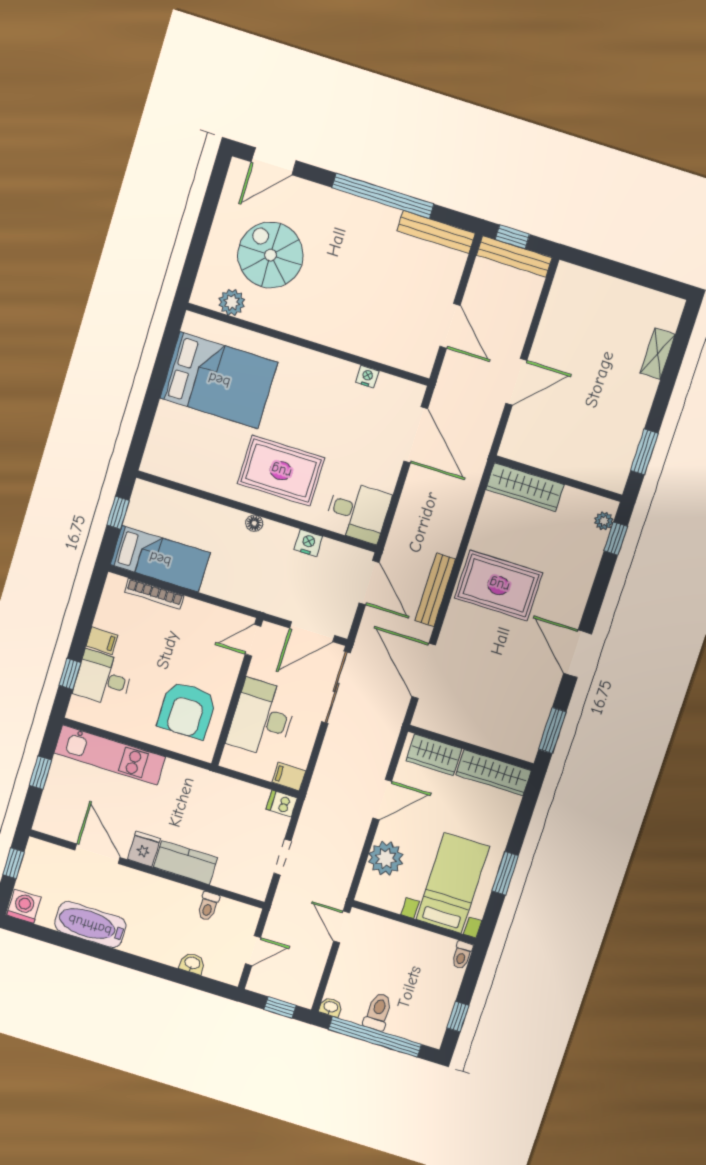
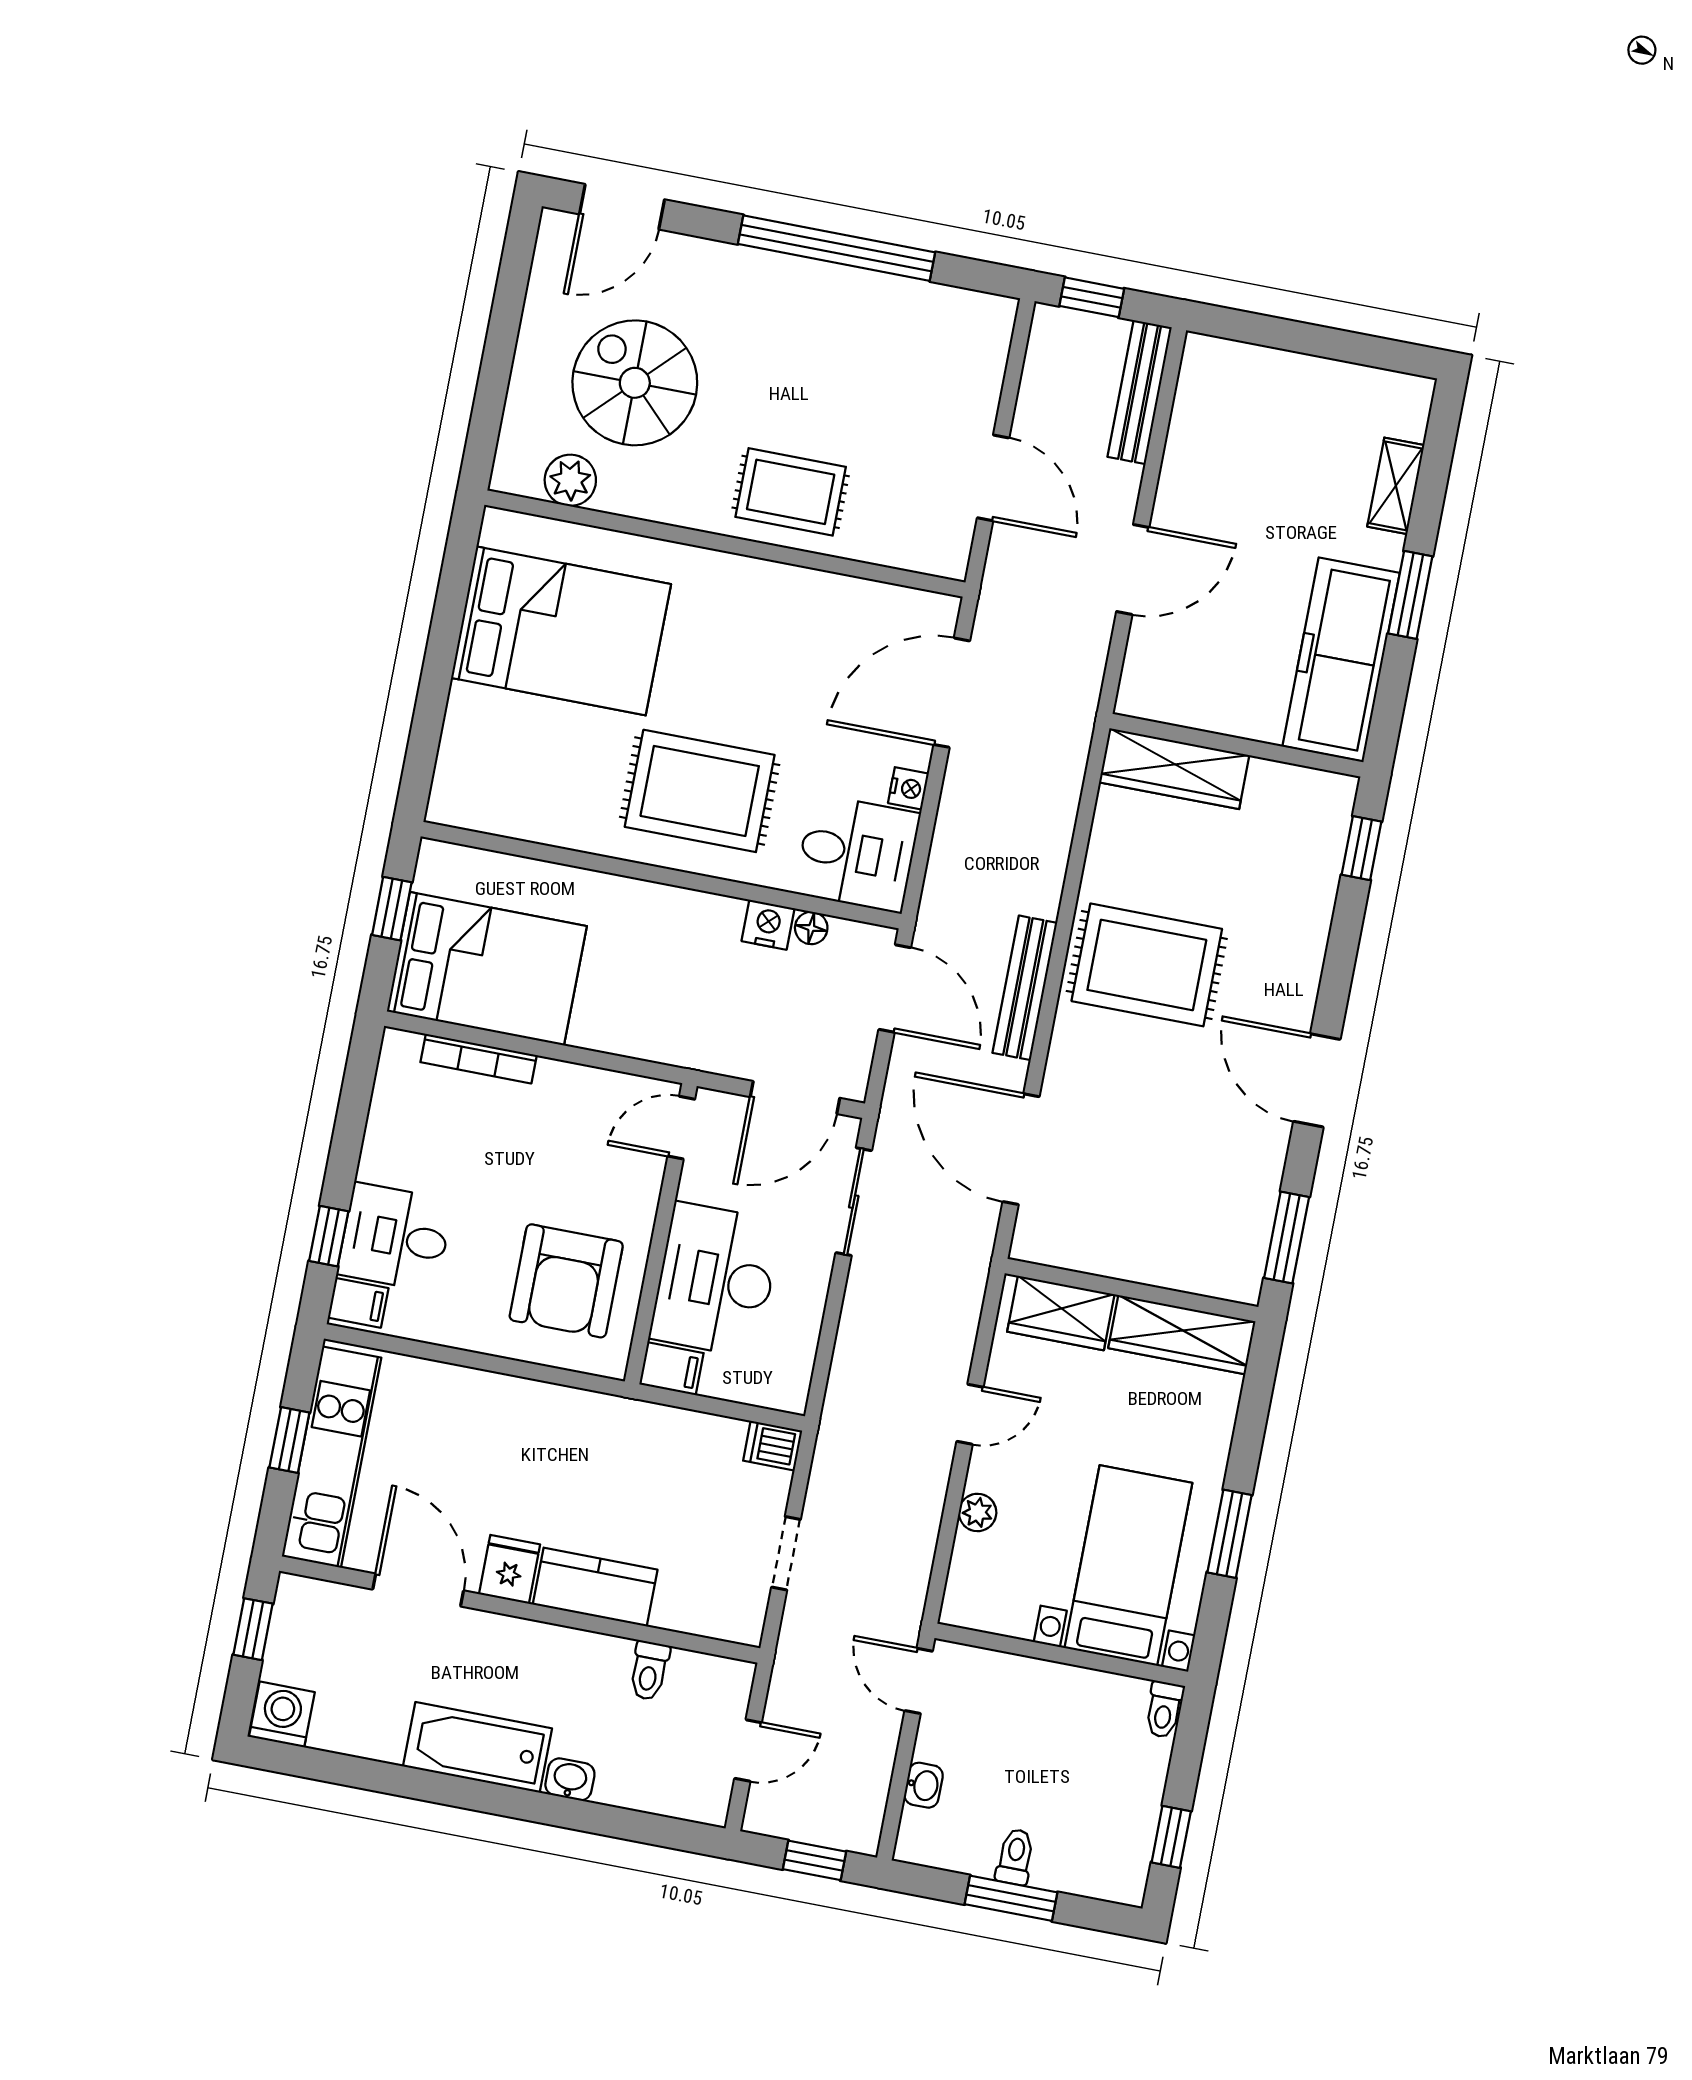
bench: (436, 232) -> (945, 304), removed
bench: (514, 256) -> (1140, 392), moved, turned 90
rug: (345, 321) -> (791, 492), added
nightstand: (367, 377) -> (908, 788), moved, turned 90
door: (416, 435) -> (952, 693), swing flipped
freezer: (618, 441) -> (1341, 660), added
window: (644, 452) -> (1410, 595), moved
plant: (604, 521) -> (1334, 817), removed
floor lamp: (254, 523) -> (811, 928), moved
bed: (160, 559) -> (487, 969), width x1.50
filing cabinet: (102, 641) -> (358, 1303), moved
sliding door: (336, 687) -> (854, 1202), width x0.73
kitchen unit: (110, 755) -> (332, 1457), moved, turned -90
filing cabinet: (289, 777) -> (671, 1369), moved, turned 180
door: (382, 800) -> (970, 1414), width x0.73
plant: (386, 858) -> (978, 1512), width x0.53, depth x0.53
bathtub: (90, 925) -> (478, 1747), moved
washbasin: (192, 963) -> (570, 1779), moved
washbasin: (331, 1007) -> (924, 1785), moved, turned 90
toilet: (378, 1012) -> (1015, 1857), width x0.73, depth x0.72
window: (375, 1037) -> (1011, 1898), width x0.47

